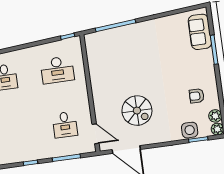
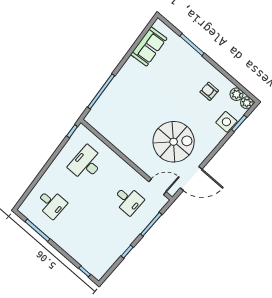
sofa: (200, 32) -> (149, 46), moved, turned -95
desk: (57, 70) -> (86, 163), turned 180
armchair: (197, 96) -> (209, 91), turned 90
spiral stairs: (137, 111) -> (174, 142), width x1.37, depth x1.37

